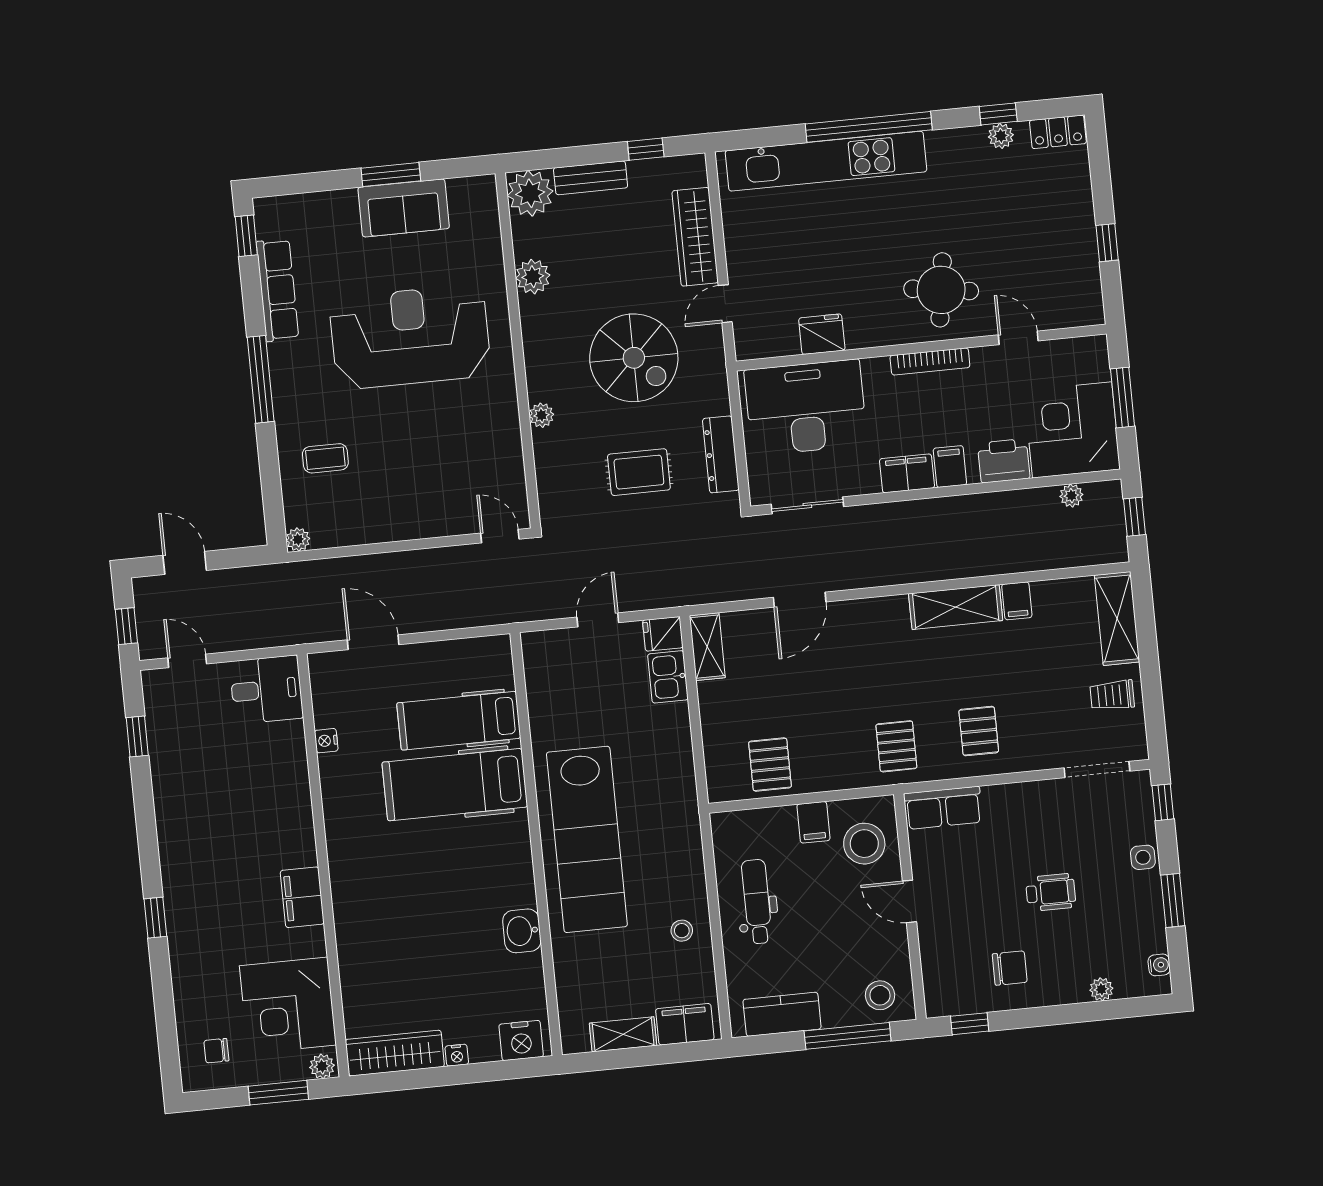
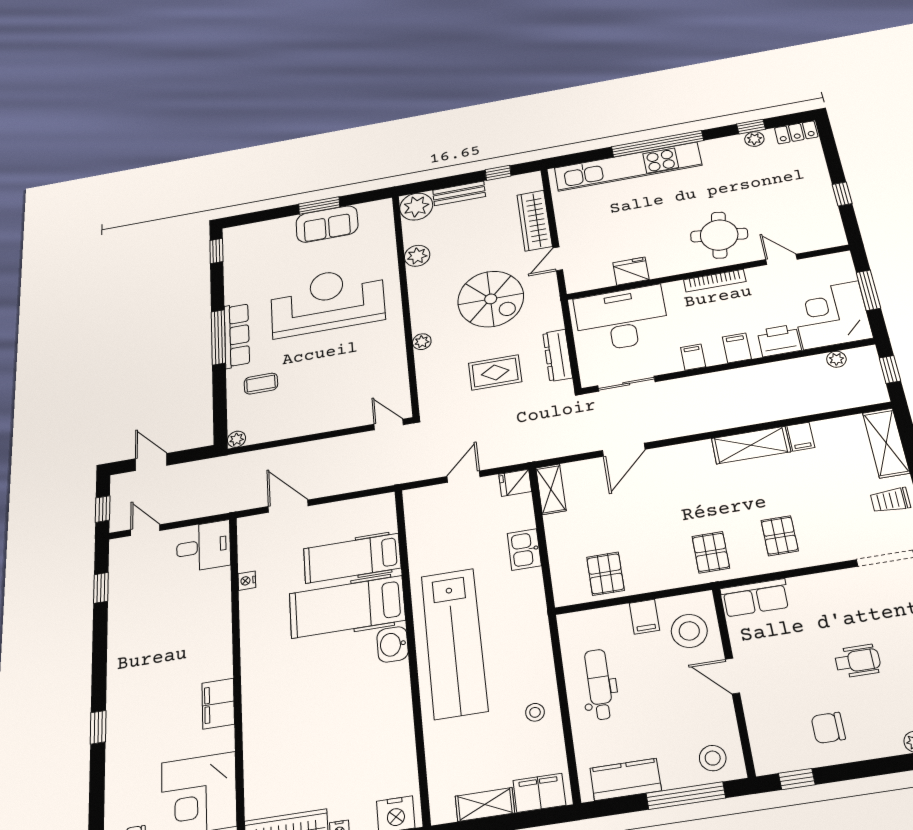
row of seats: (277, 290) -> (237, 335), moved
filing cabinet: (907, 473) -> (693, 357), width x0.50
kitchen sink: (668, 677) -> (524, 550), moved
washbasin: (522, 931) -> (393, 644), moved
chair: (1010, 968) -> (828, 728), turned 180

